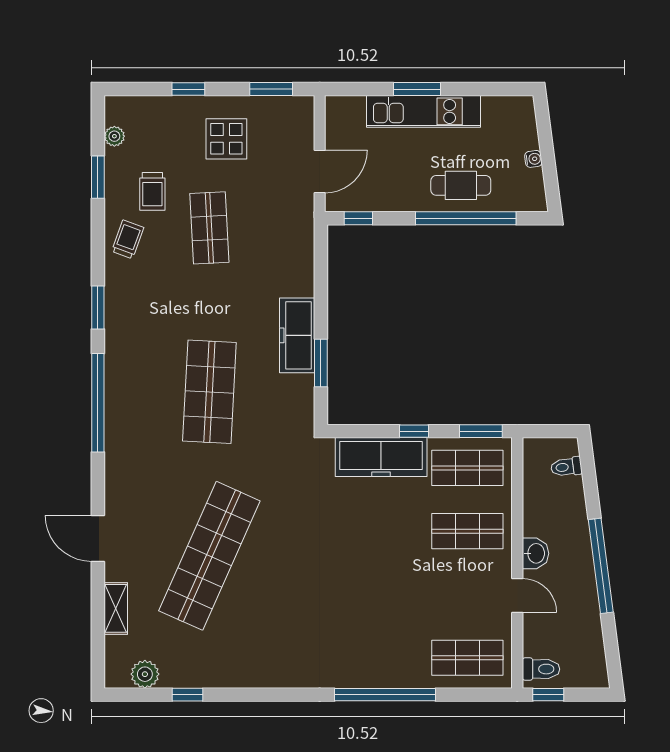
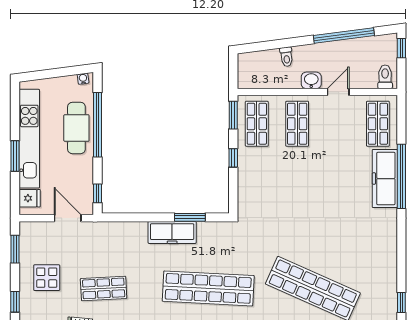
kitchen unit: (423, 111) -> (29, 139), width x1.36
fridge: (351, 112) -> (30, 198), added
water cooler: (533, 159) -> (83, 79), moved
cafe table: (461, 185) -> (76, 128), width x1.37, depth x1.35
shop shelf: (209, 392) -> (208, 288), width x1.40
freezer: (381, 457) -> (385, 179), moved, turned 180
toilet: (566, 467) -> (286, 57), moved
window: (601, 566) -> (344, 35), moved
window: (548, 695) -> (401, 48), moved

